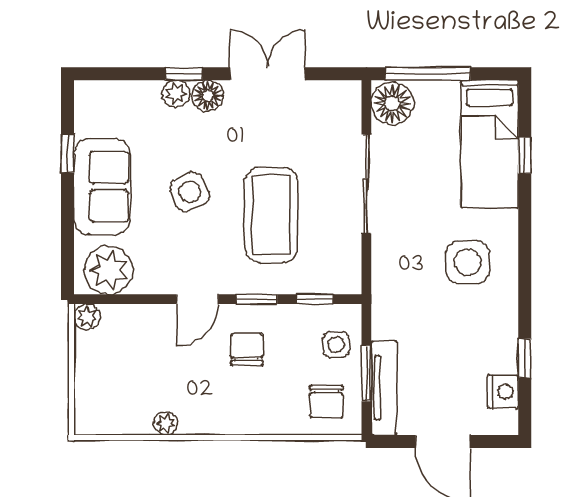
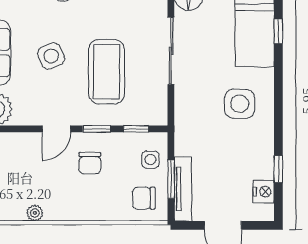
chair: (247, 350) -> (90, 163), turned 180
chair: (326, 401) -> (144, 198), turned 90

